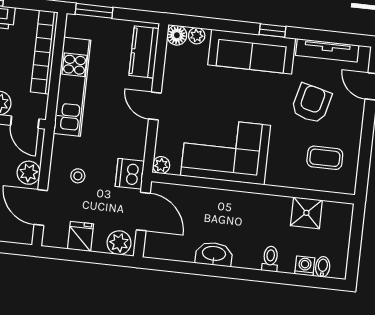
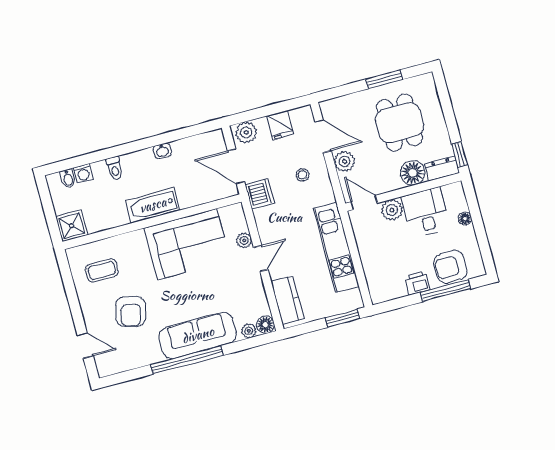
window: (273, 30) -> (187, 360), width x3.17
tv unit: (327, 50) -> (135, 361), removed
bookcase: (44, 52) -> (371, 267), removed
door: (155, 106) -> (261, 258), hinge flipped
plant: (161, 165) -> (244, 240), moved
bathtub: (246, 205) -> (153, 205), added
shower: (306, 213) -> (72, 226), moved
washbasin: (214, 254) -> (162, 151), width x0.52, depth x0.69

